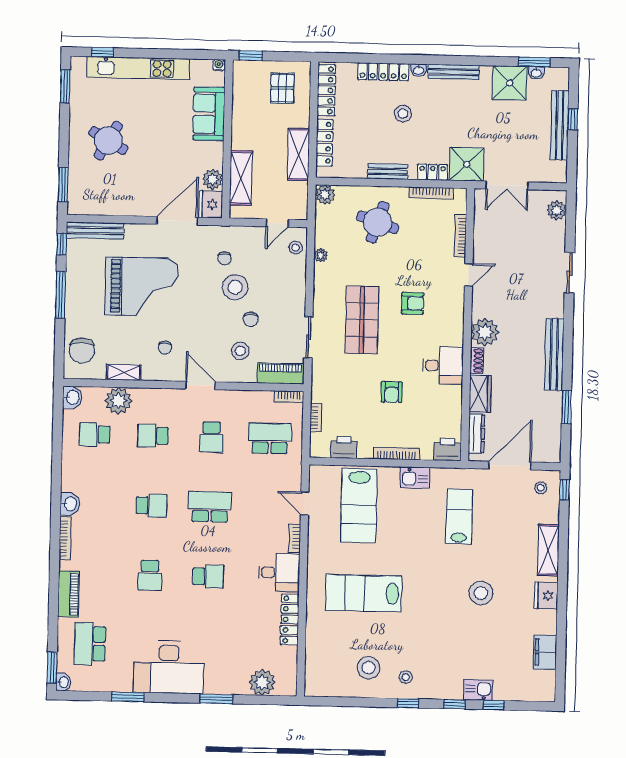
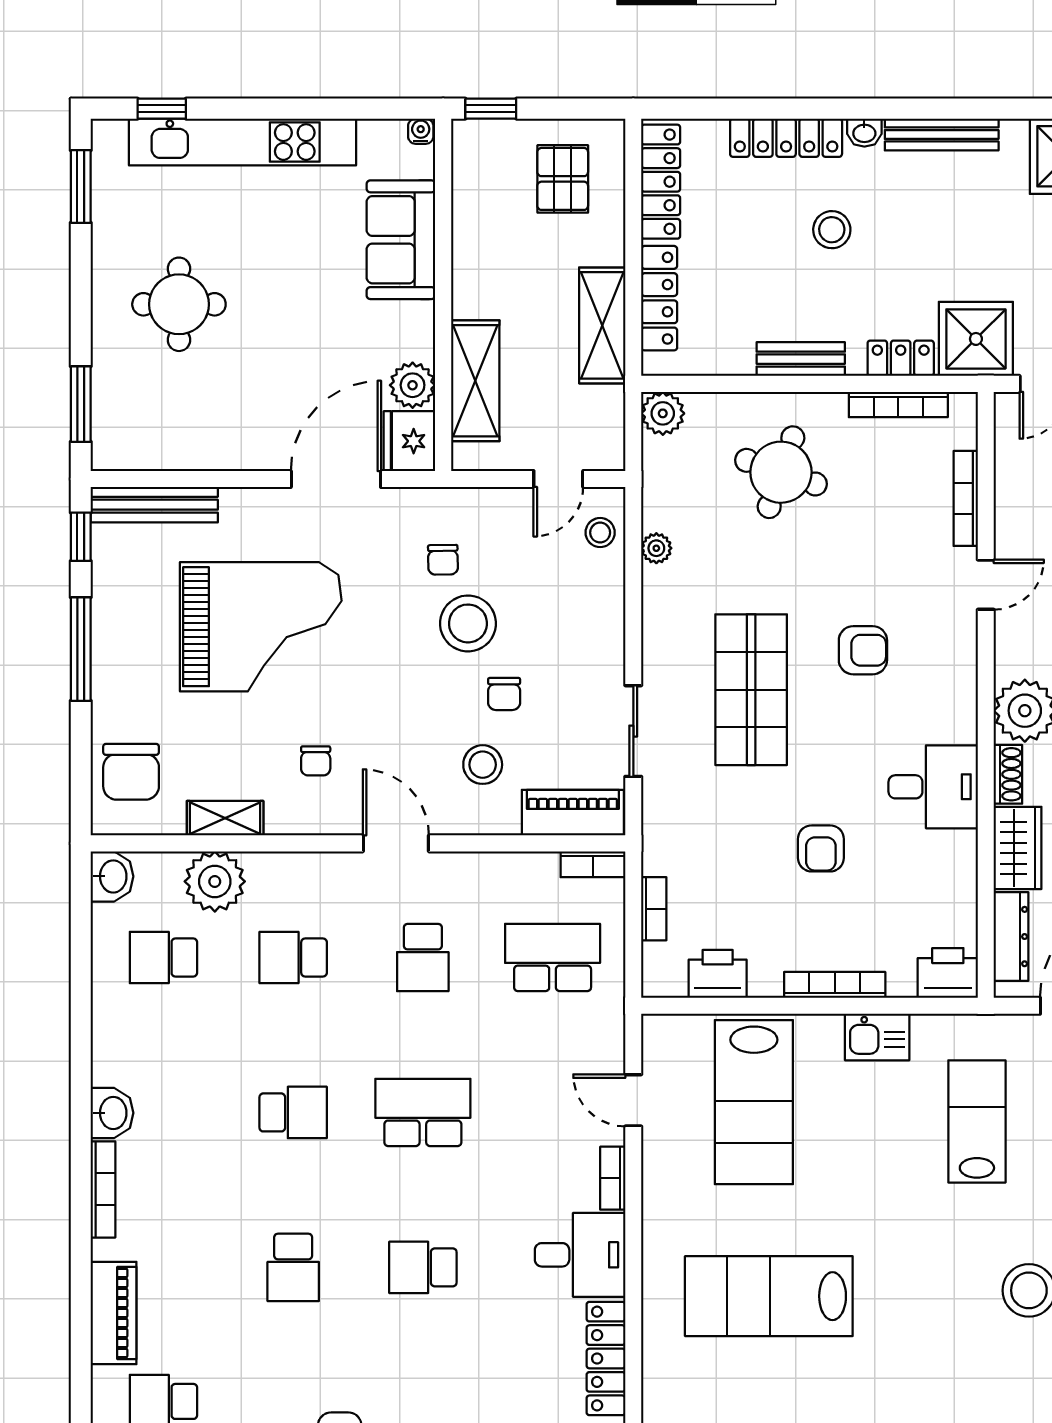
round table: (108, 141) -> (179, 304), turned -30
school desk: (208, 577) -> (423, 1267), turned 180

